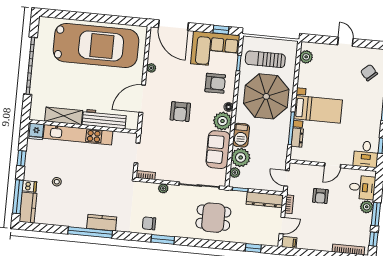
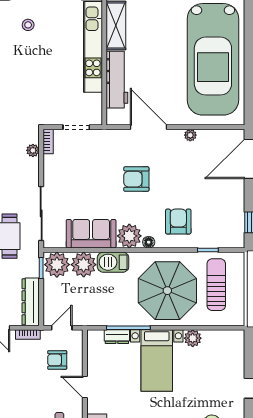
corner sofa: (215, 50) -> (223, 217), removed
plant: (306, 57) -> (193, 338), moved
armchair: (215, 83) -> (178, 222), turned 180
plant: (235, 173) -> (57, 265), width x1.88, depth x1.88
plant: (163, 188) -> (33, 150), moved
armchair: (320, 196) -> (57, 360), moved

